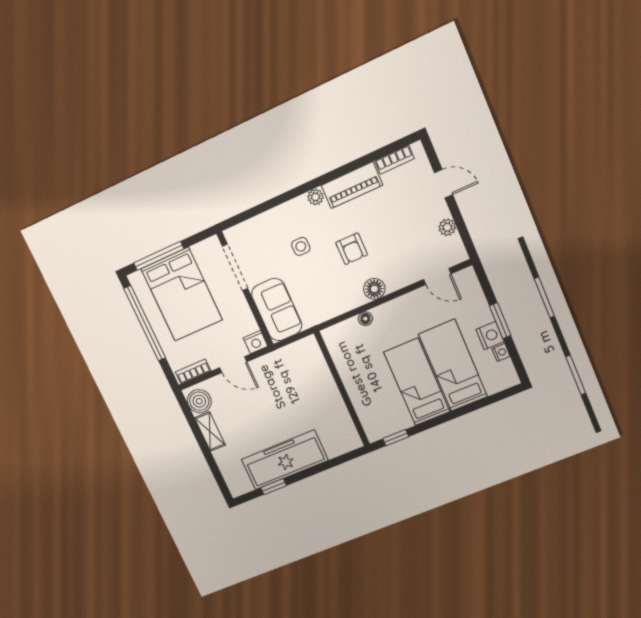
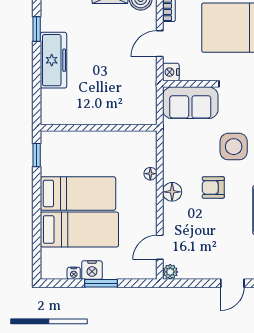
plant: (447, 227) -> (170, 272), moved
side table: (301, 246) -> (234, 147), width x1.87, depth x1.87
freezer: (285, 460) -> (53, 60), width x0.73, depth x0.79

